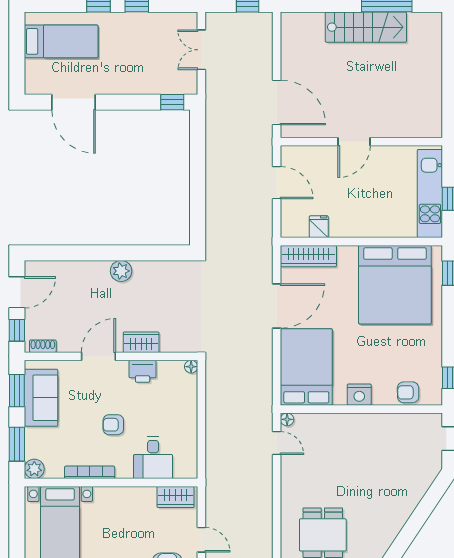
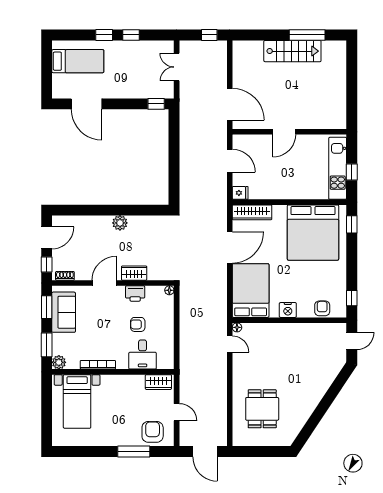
fridge: (319, 227) -> (240, 193), moved, turned 90
armchair: (408, 392) -> (322, 308), turned 91
armchair: (113, 425) -> (138, 324), moved

